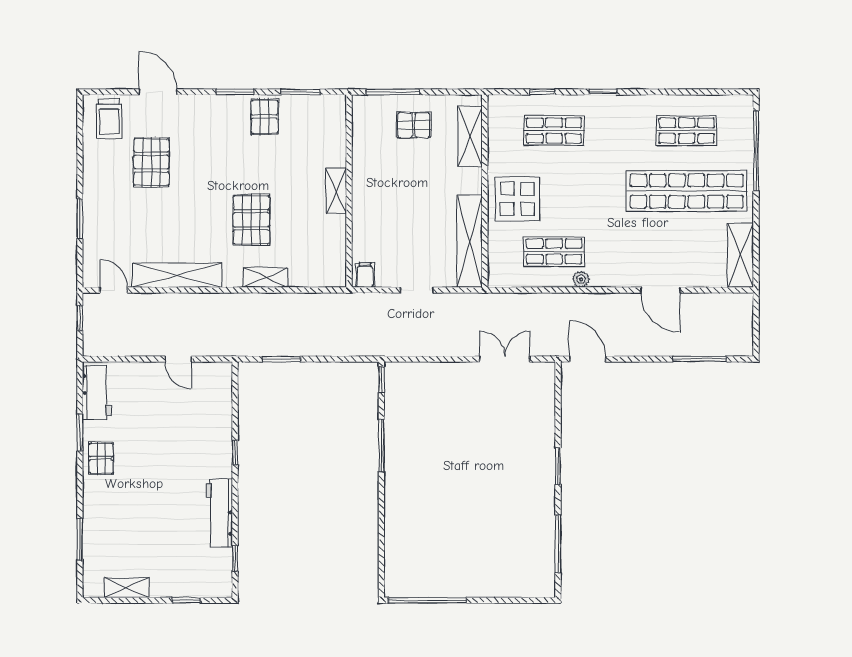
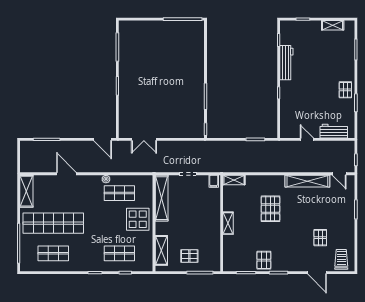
pallet: (151, 162) -> (320, 238), width x0.67, depth x0.71
shelving: (266, 278) -> (234, 180), moved
workbench: (97, 393) -> (334, 131), moved, turned 90

